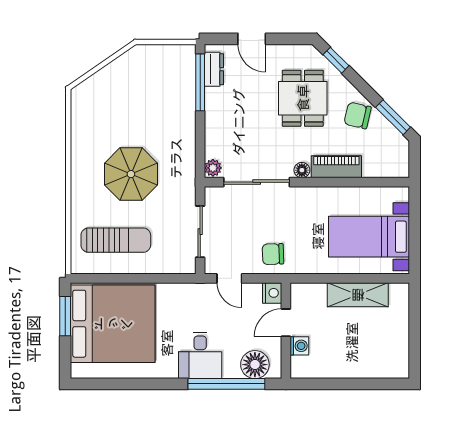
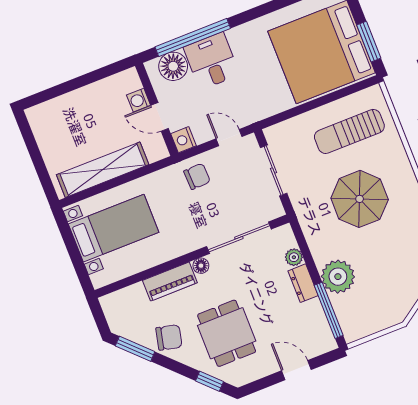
dresser: (214, 69) -> (303, 283), moved
plant: (179, 110) -> (338, 277), added
plant: (213, 168) -> (294, 257), moved
shelving: (358, 295) -> (103, 170), width x1.47
door: (286, 323) -> (160, 117), swing flipped
desk: (200, 355) -> (212, 61), moved

